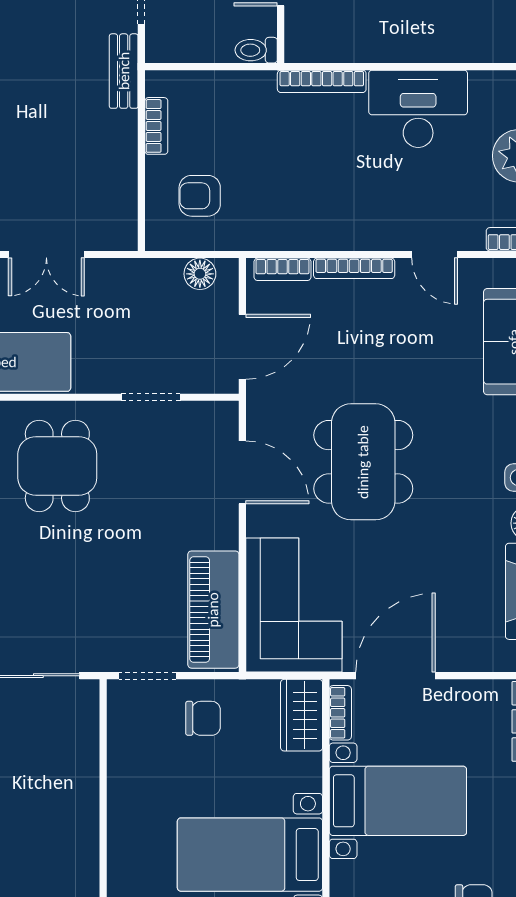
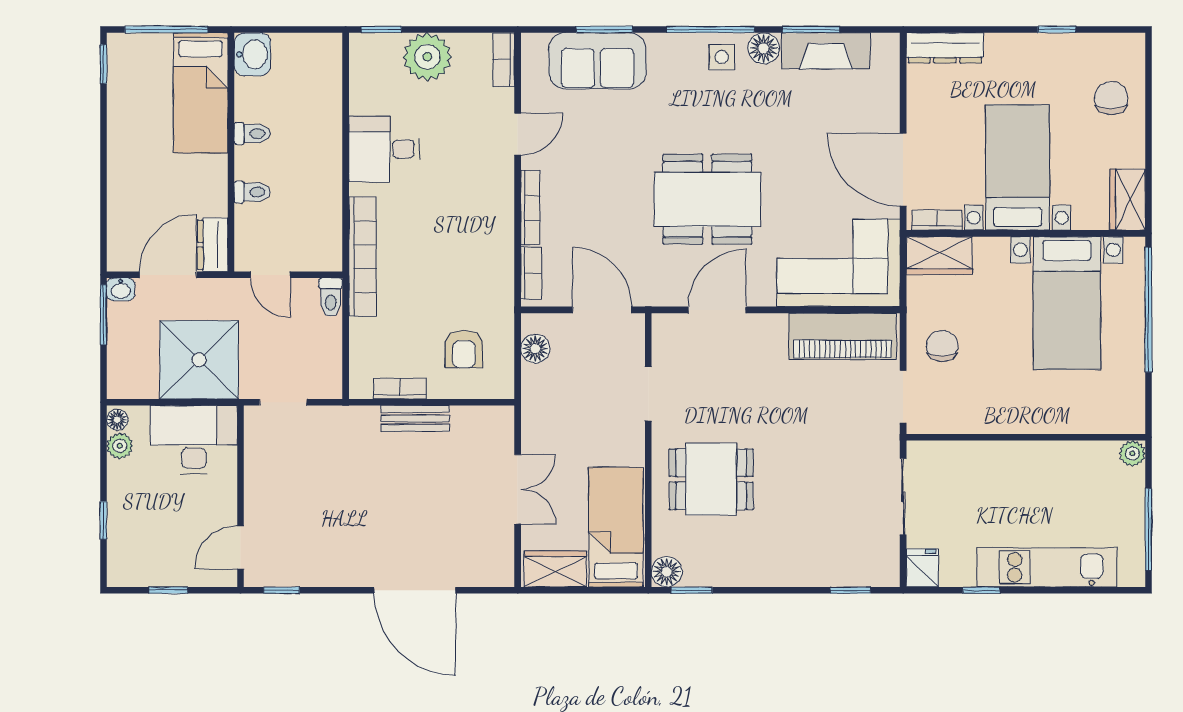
bench: (124, 71) -> (415, 418), moved
bookcase: (322, 81) -> (362, 257), width x1.48, depth x1.31
desk: (418, 109) -> (384, 149), width x0.73

